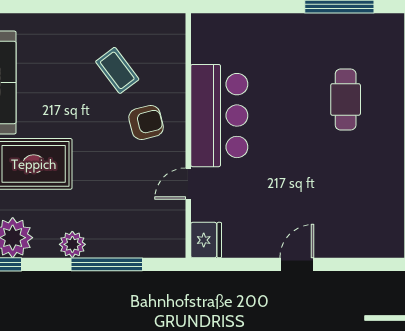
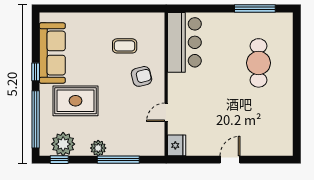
coffee table: (117, 70) -> (125, 46), turned -53
cafe table: (346, 99) -> (259, 63), width x1.37, depth x1.35
bar counter: (219, 116) -> (184, 42), moved

